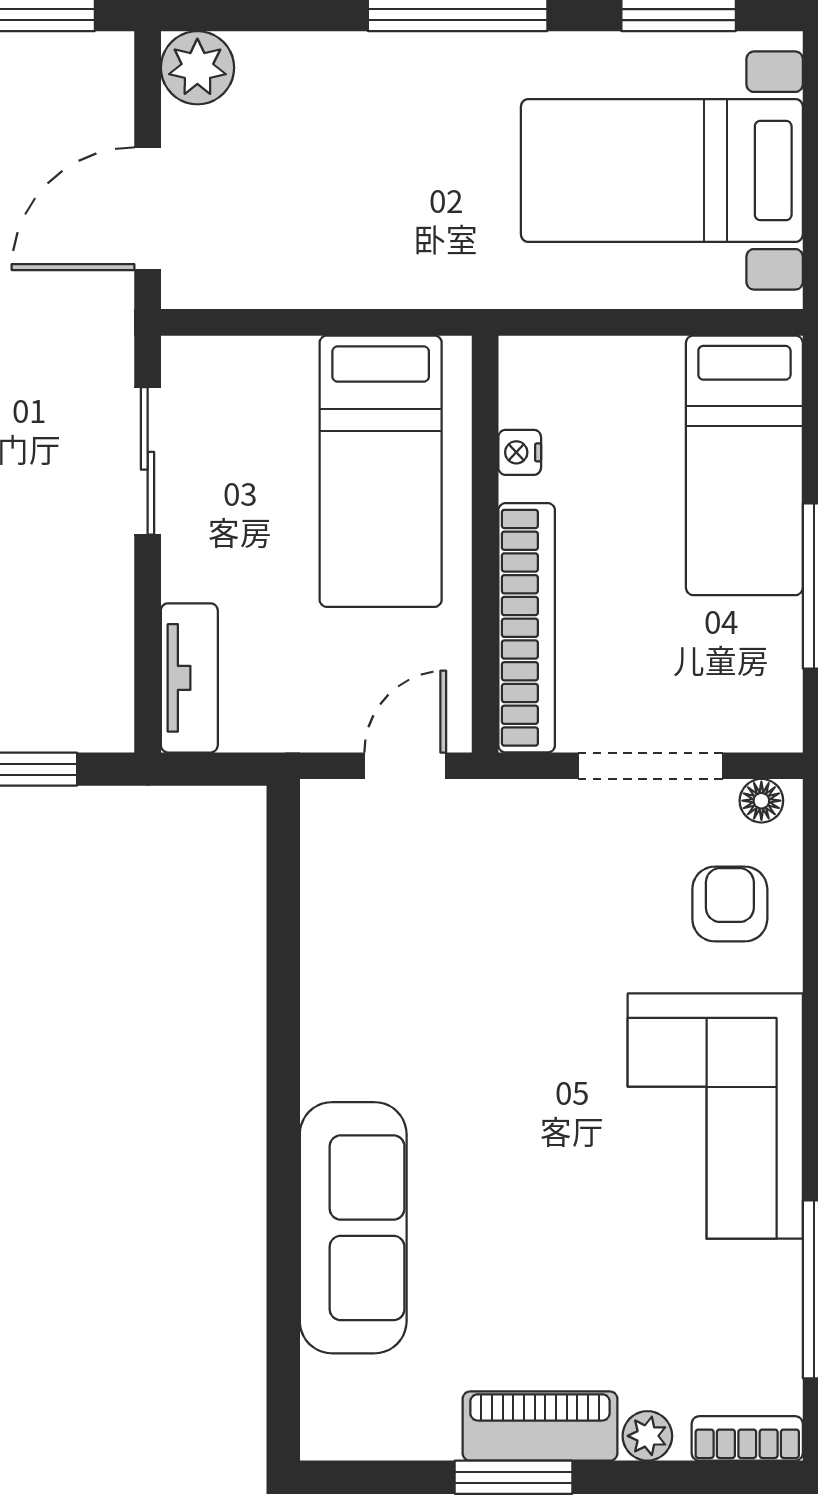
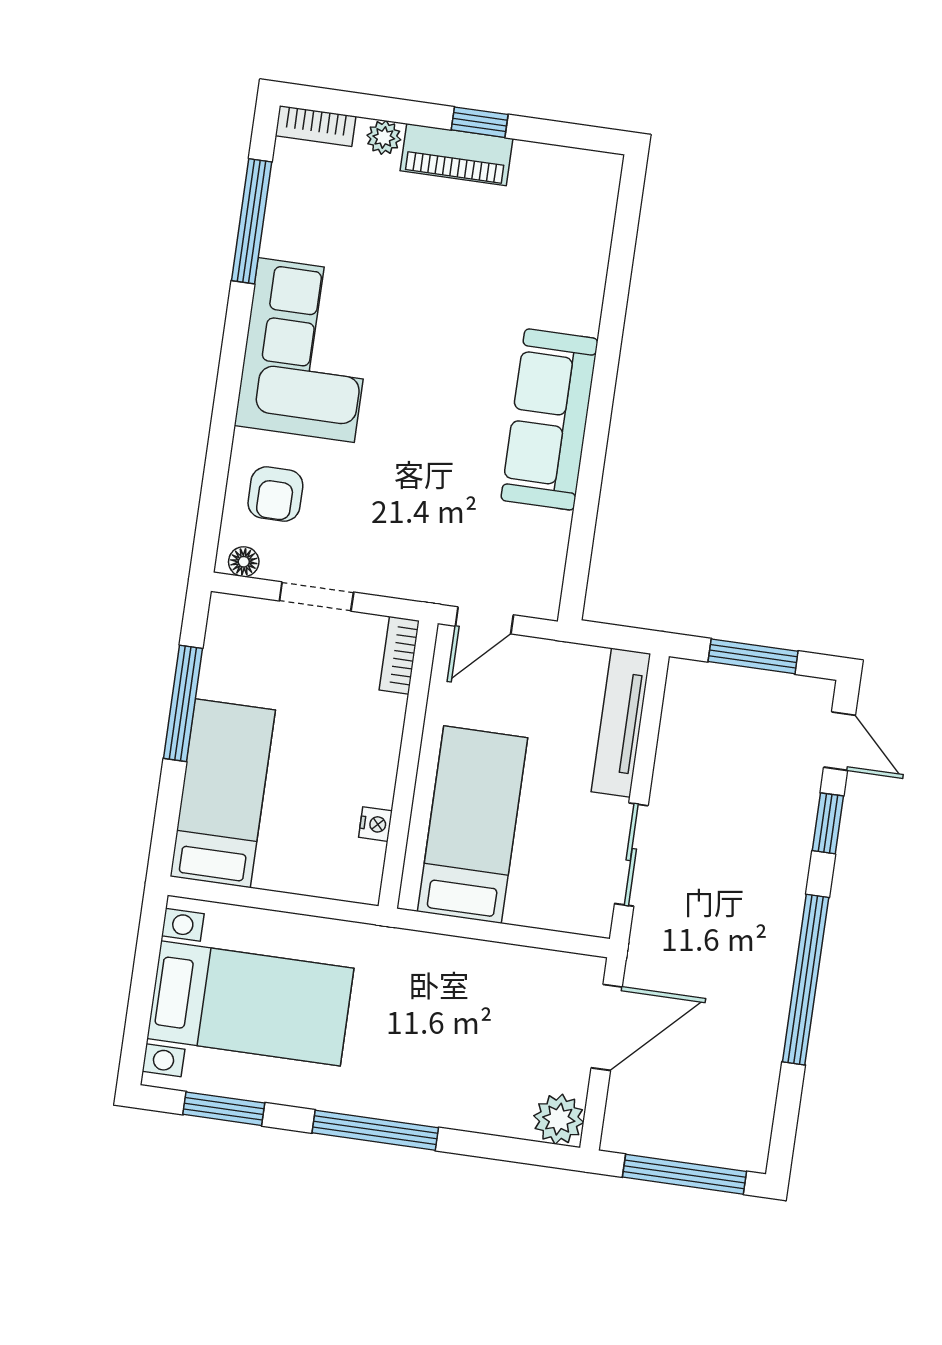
bookcase: (527, 628) -> (399, 655), width x0.43, depth x0.76
tv unit: (189, 678) -> (621, 723), width x1.41
doorway: (650, 766) -> (316, 597), width x0.73
sofa: (353, 1228) -> (549, 419), moved
window: (514, 1477) -> (480, 122), width x0.67

